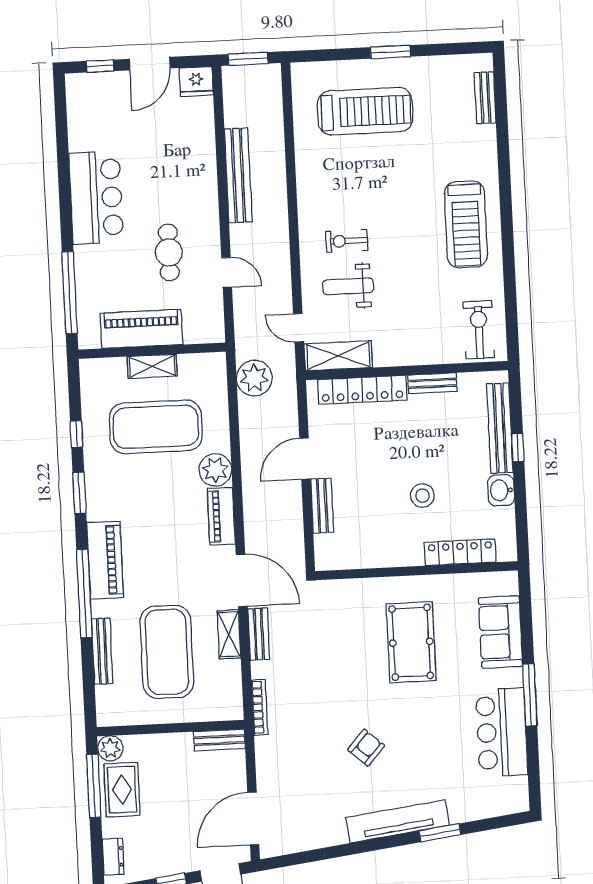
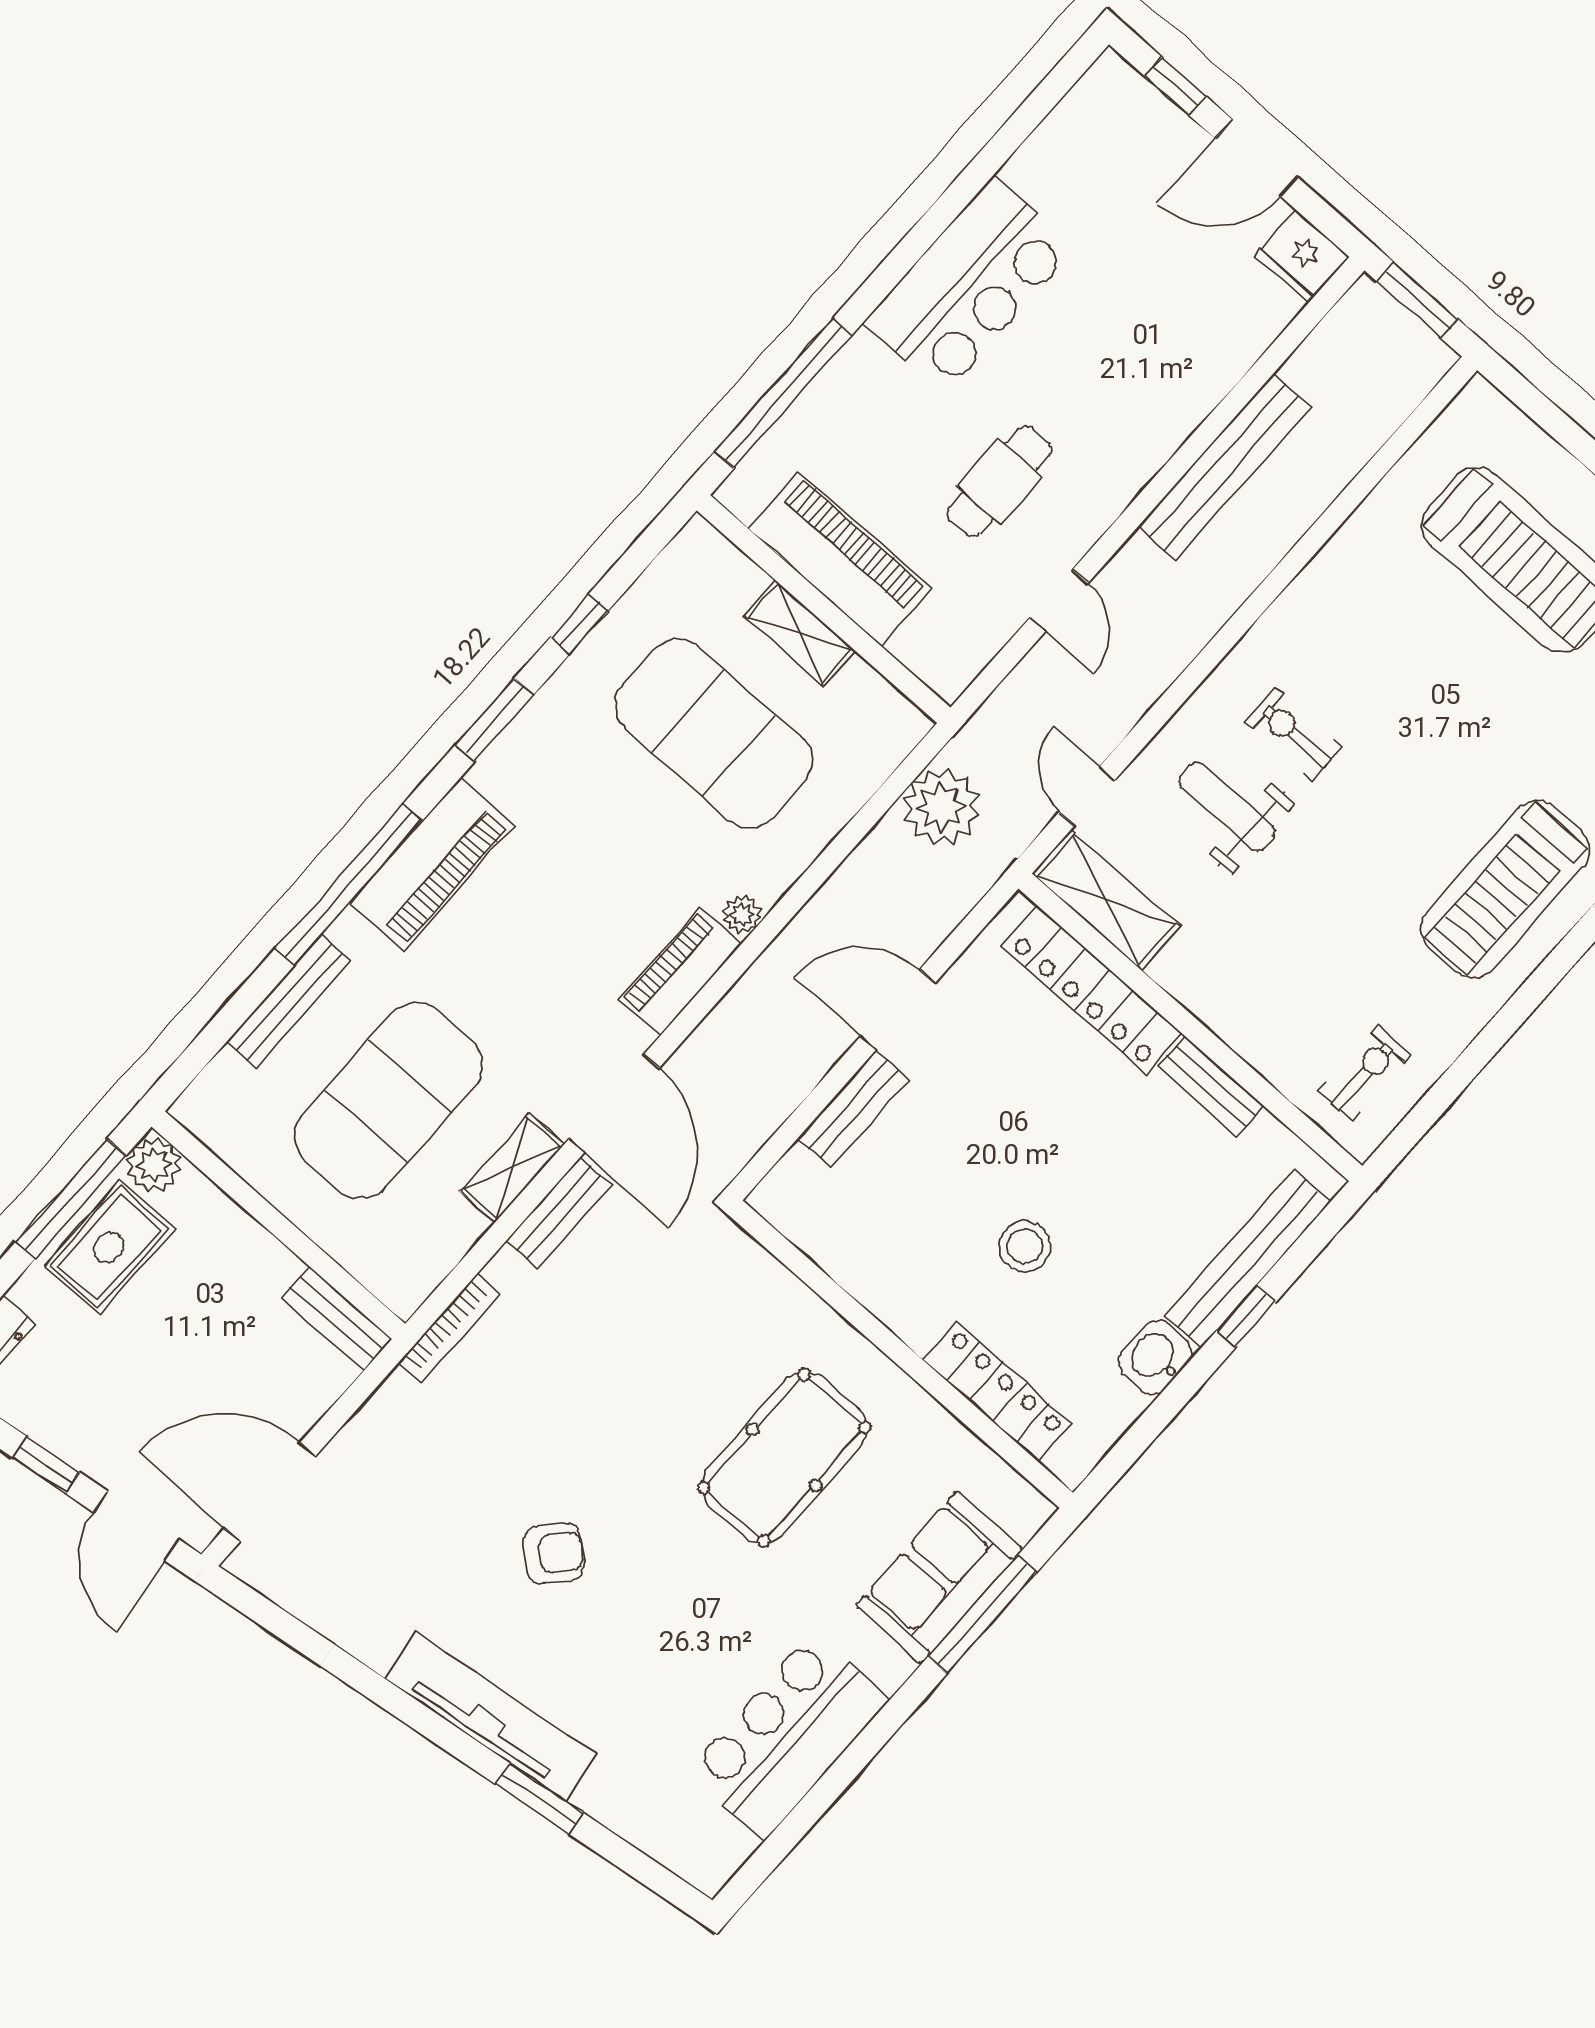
exercise bike: (479, 330) -> (1365, 1073), width x0.73, depth x0.72
plant: (215, 470) -> (742, 914), width x0.53, depth x0.53
window: (530, 695) -> (982, 1615), moved

